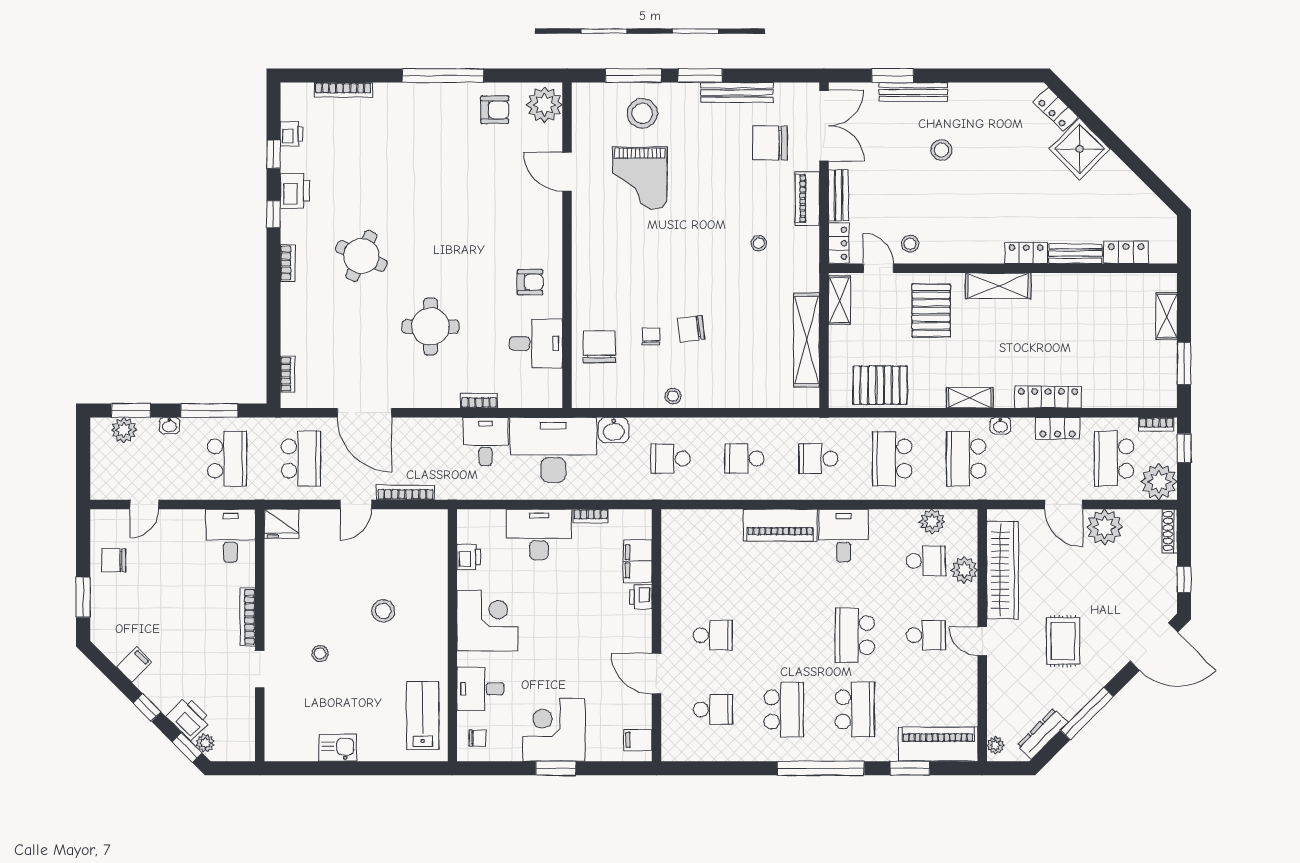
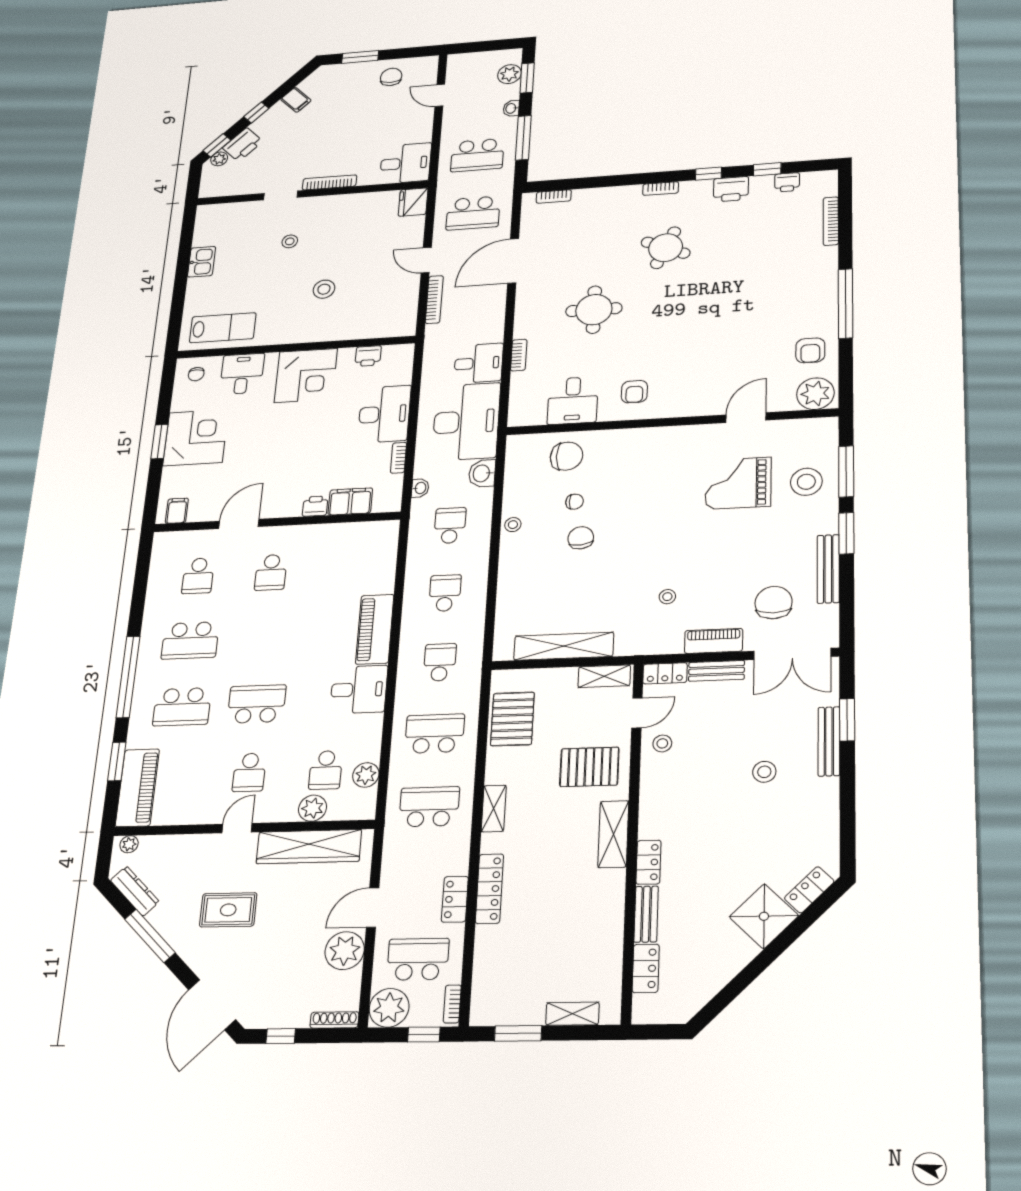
washbasin: (1000, 426) -> (420, 488), moved, turned 180

